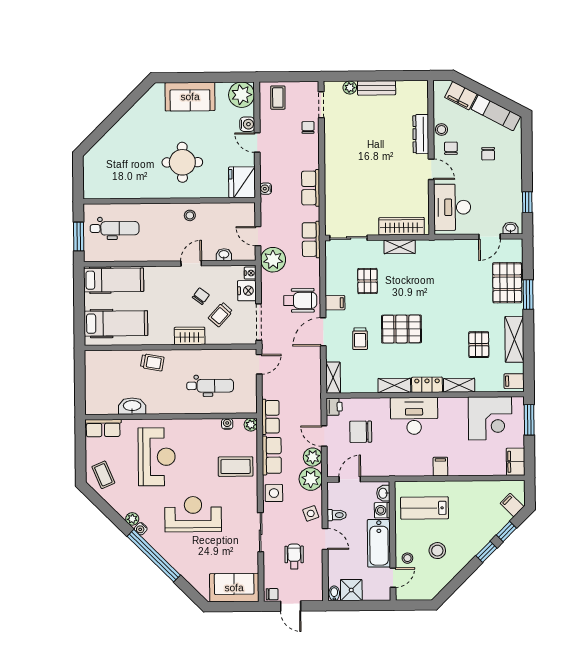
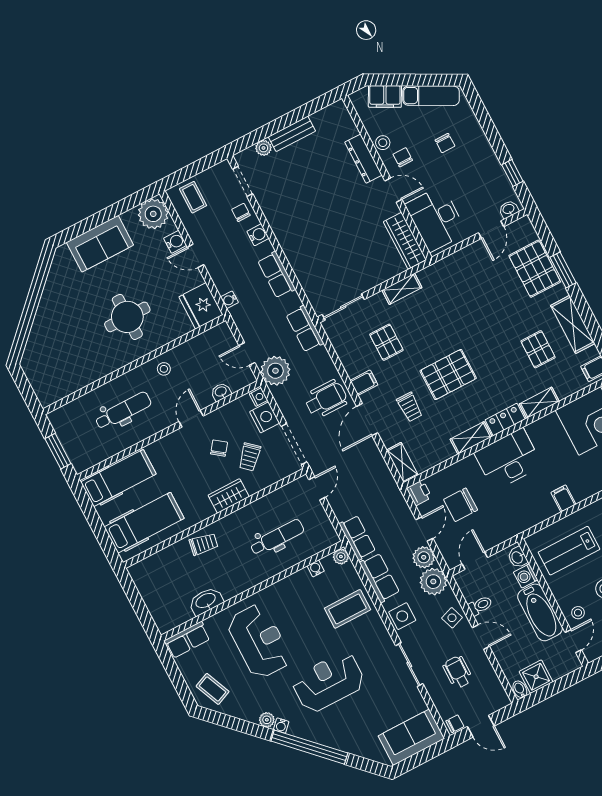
water cooler: (312, 151) -> (258, 235), added
wardrobe: (401, 226) -> (405, 241), moved, turned -90
dental chair: (115, 228) -> (123, 411), moved
door: (324, 436) -> (424, 529), swing flipped

